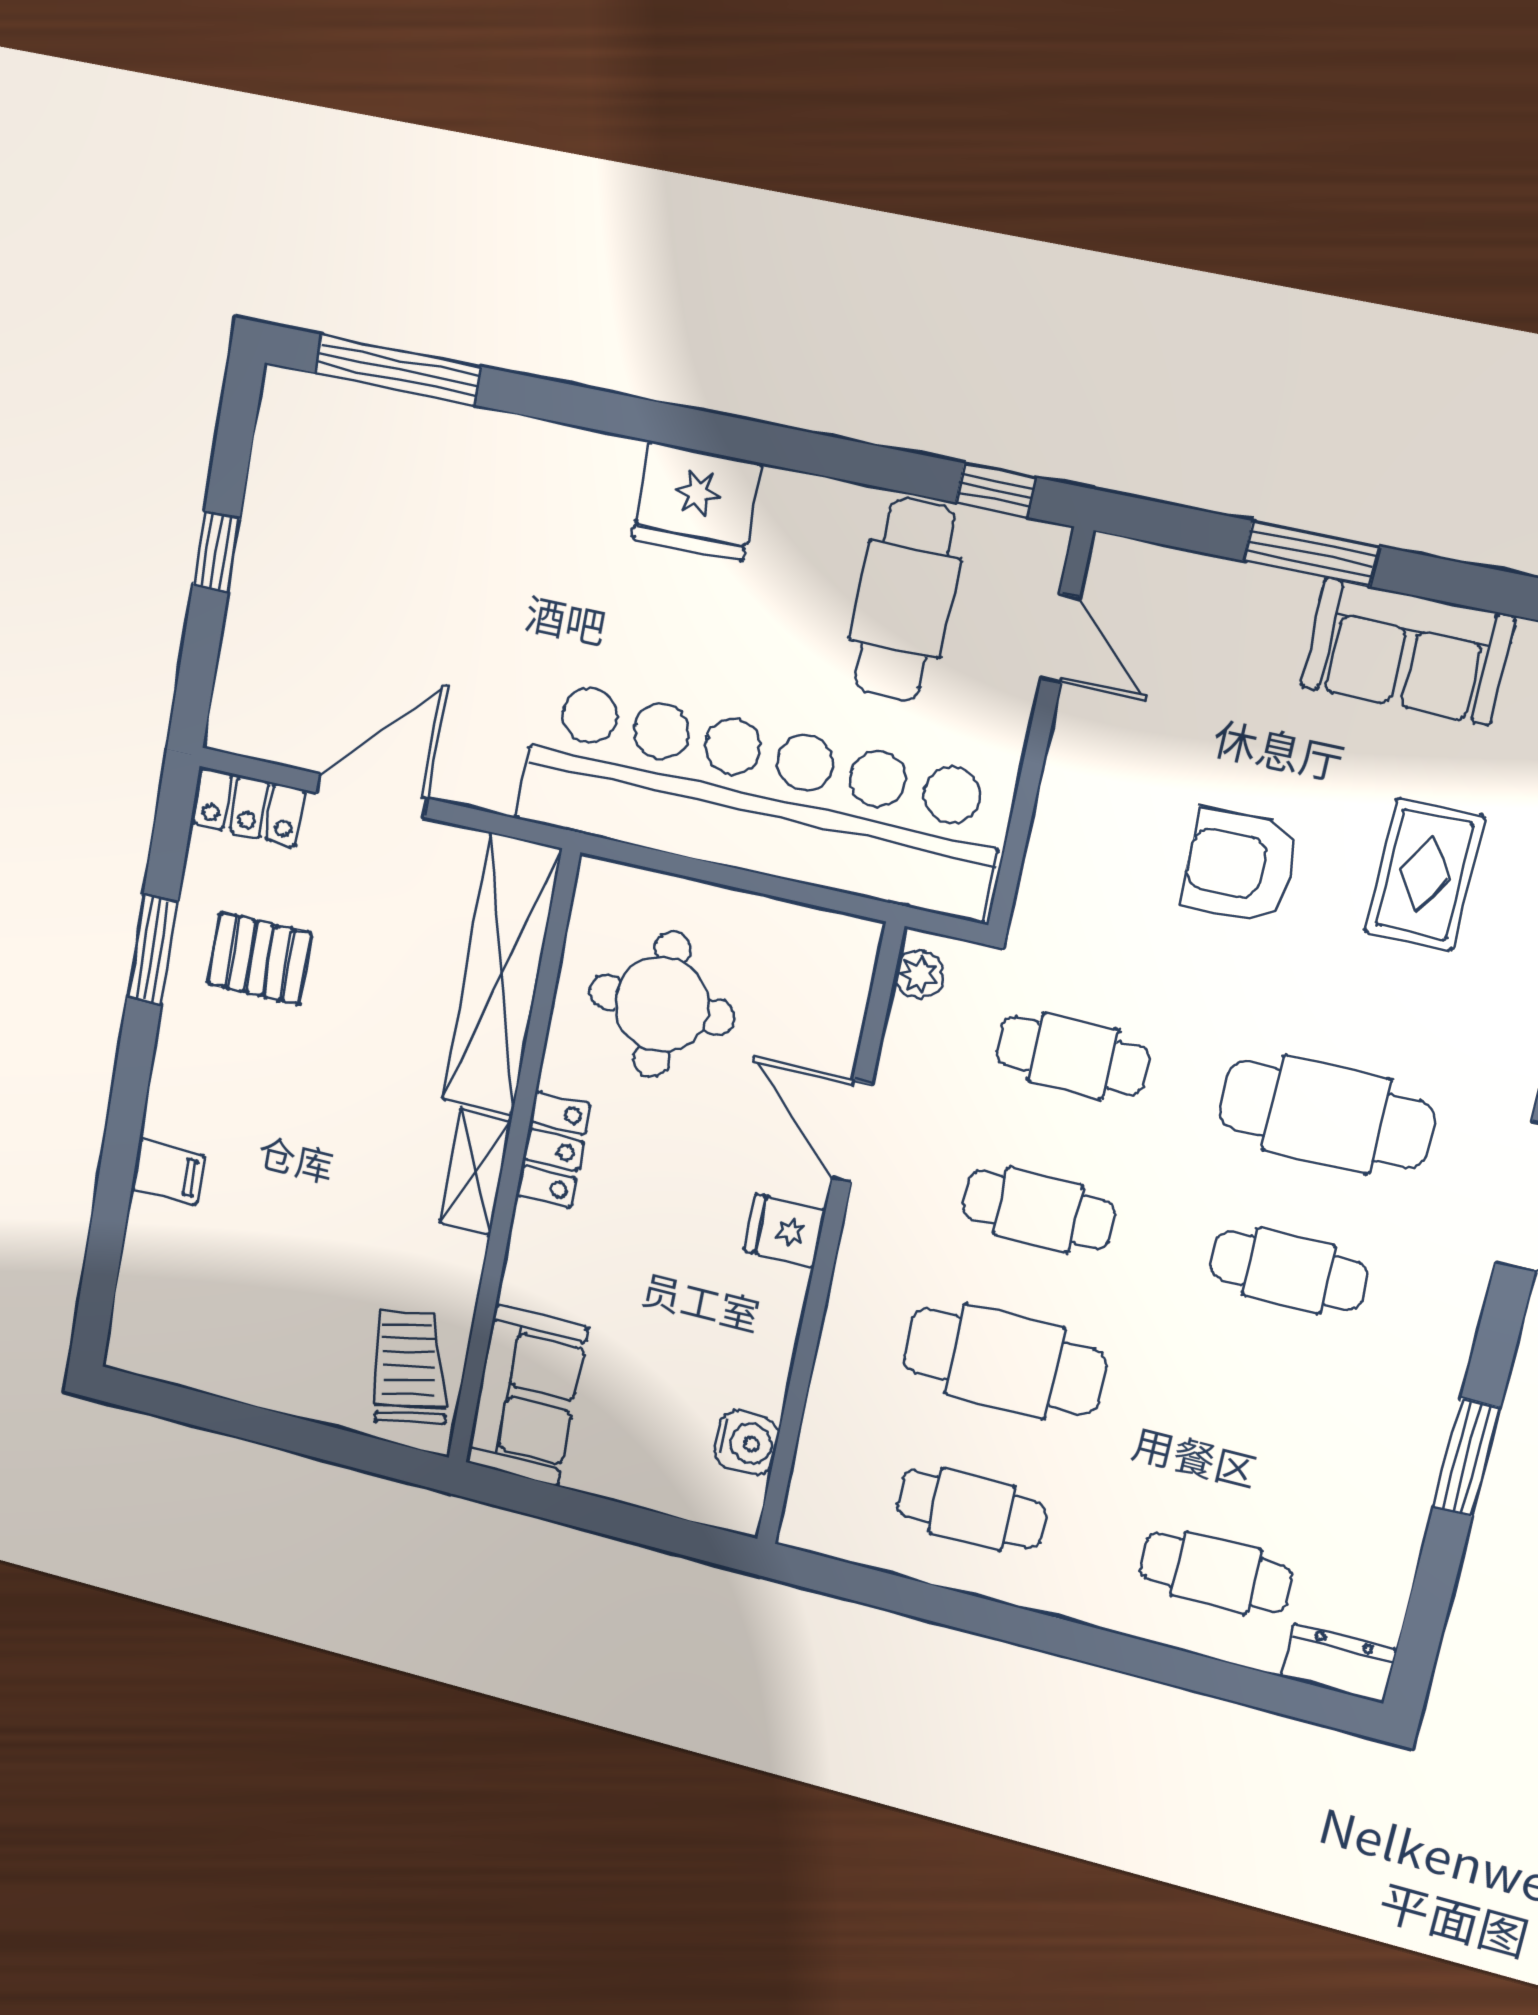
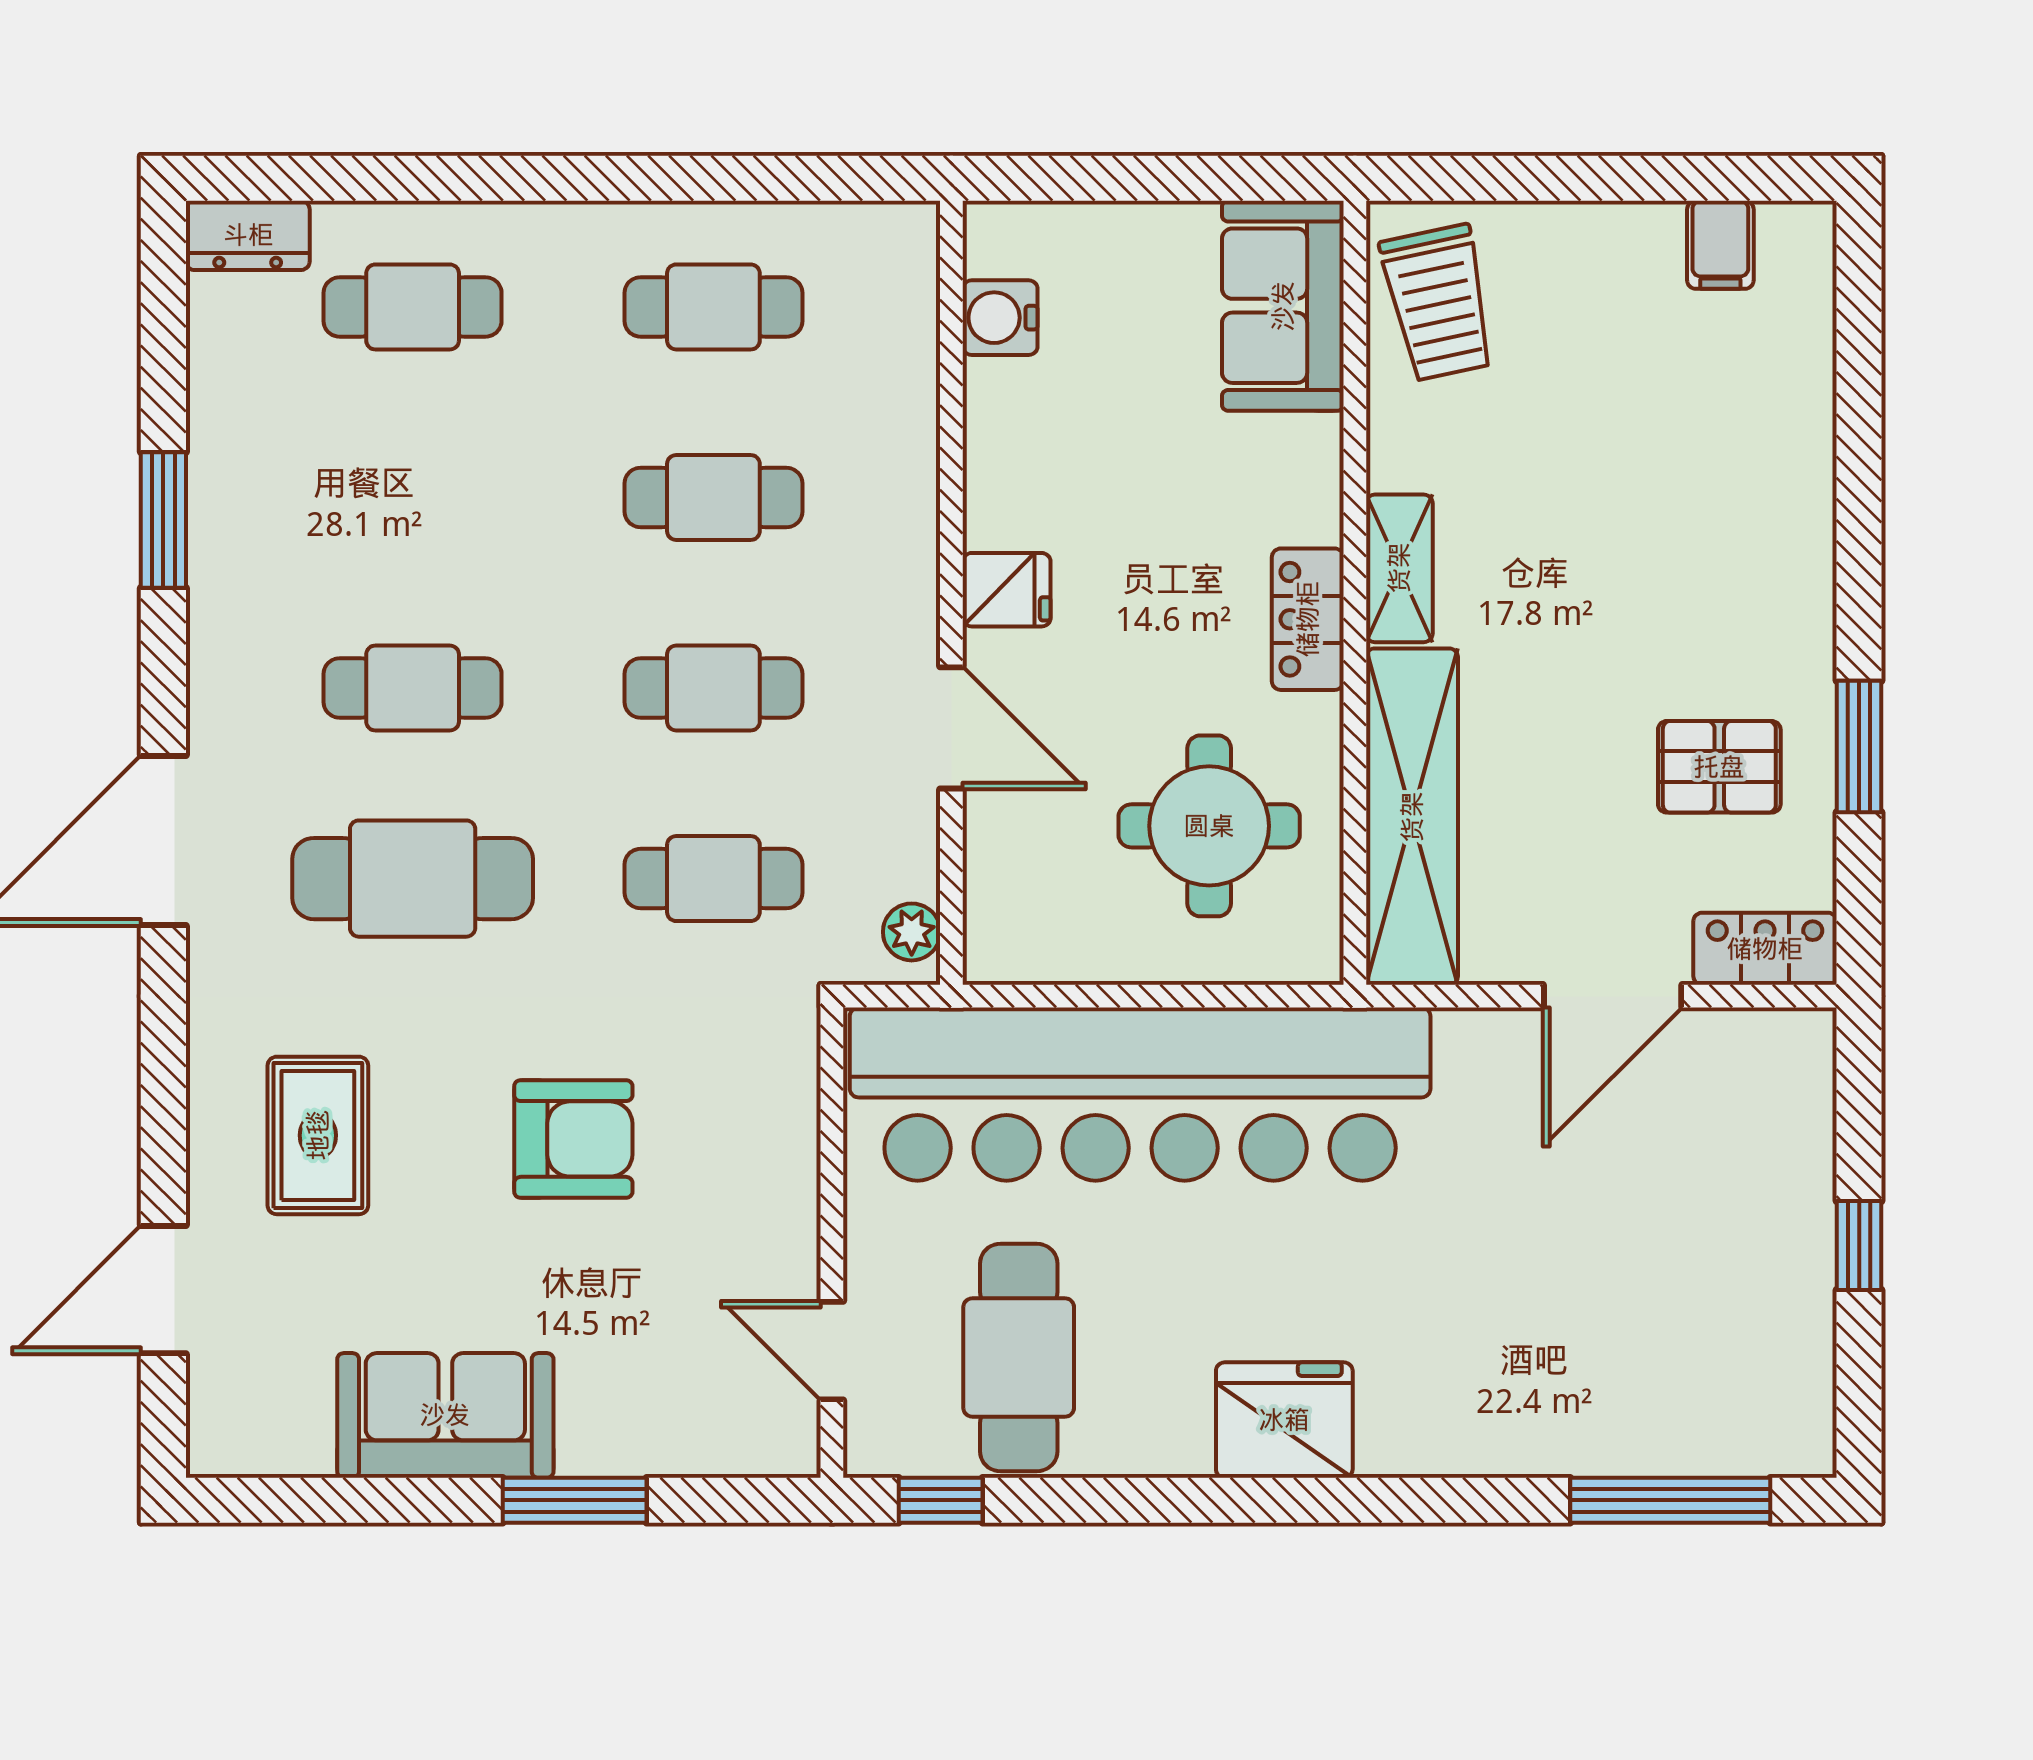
rug: (1424, 874) -> (318, 1135), moved
filing cabinet: (168, 1172) -> (1720, 245), moved, turned -90
cafe table: (1005, 1361) -> (713, 497), width x0.73, depth x0.74

